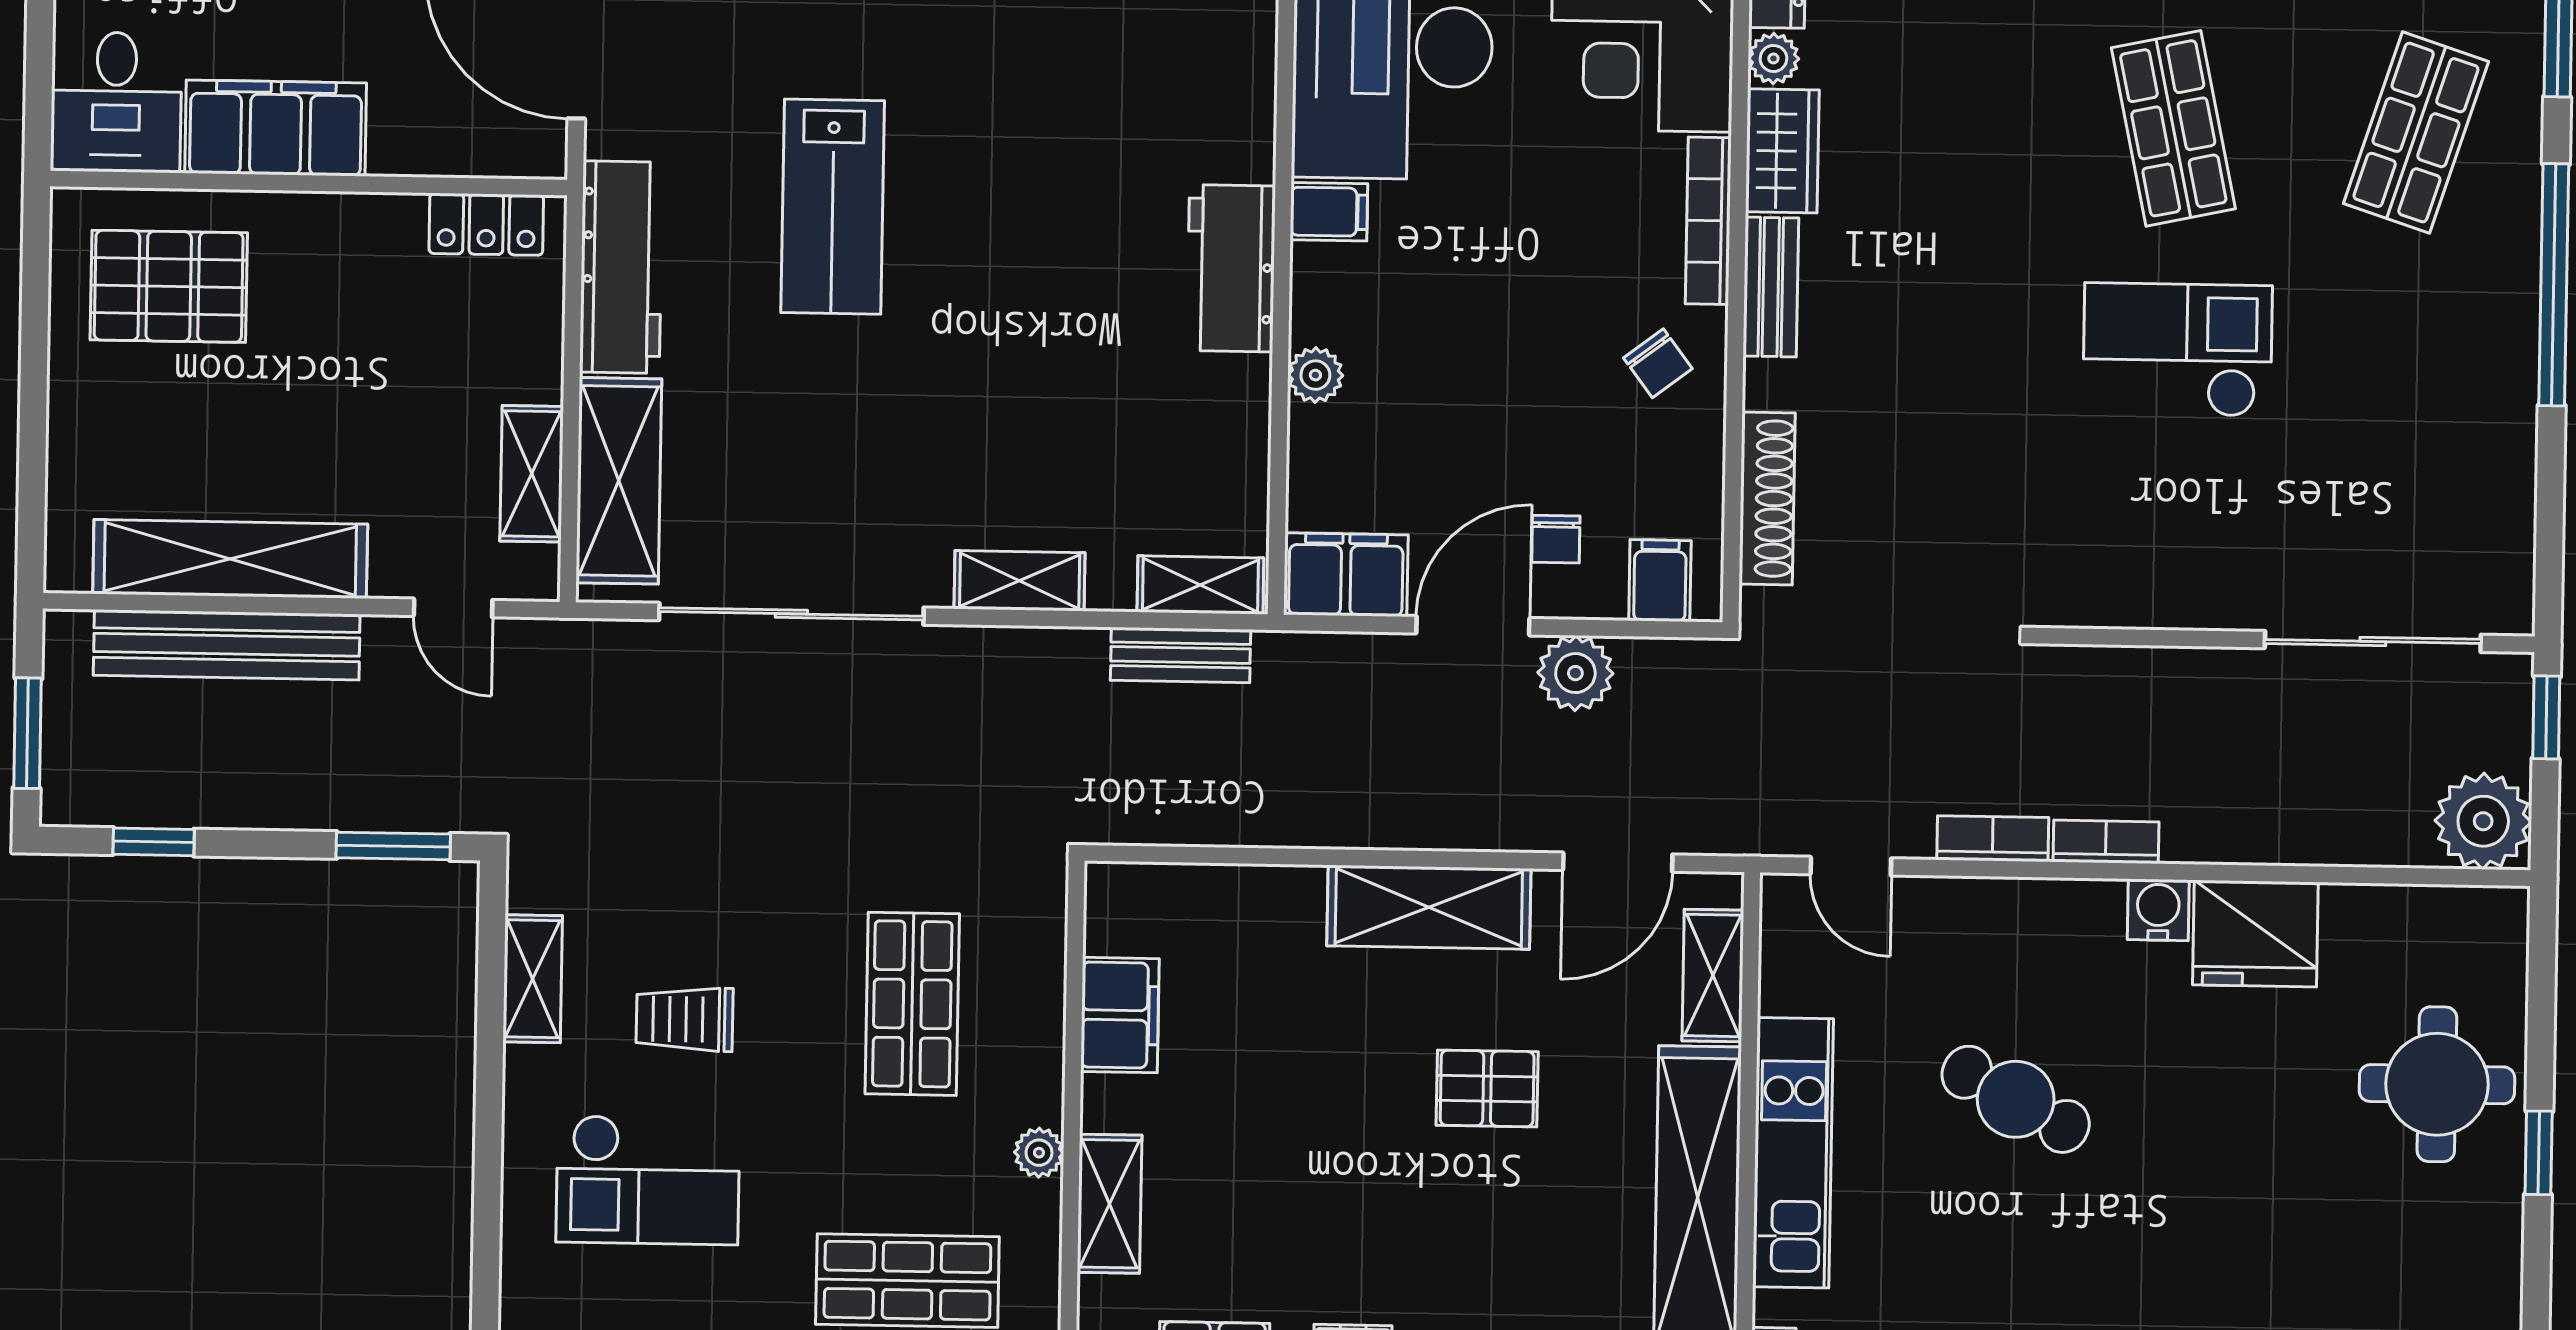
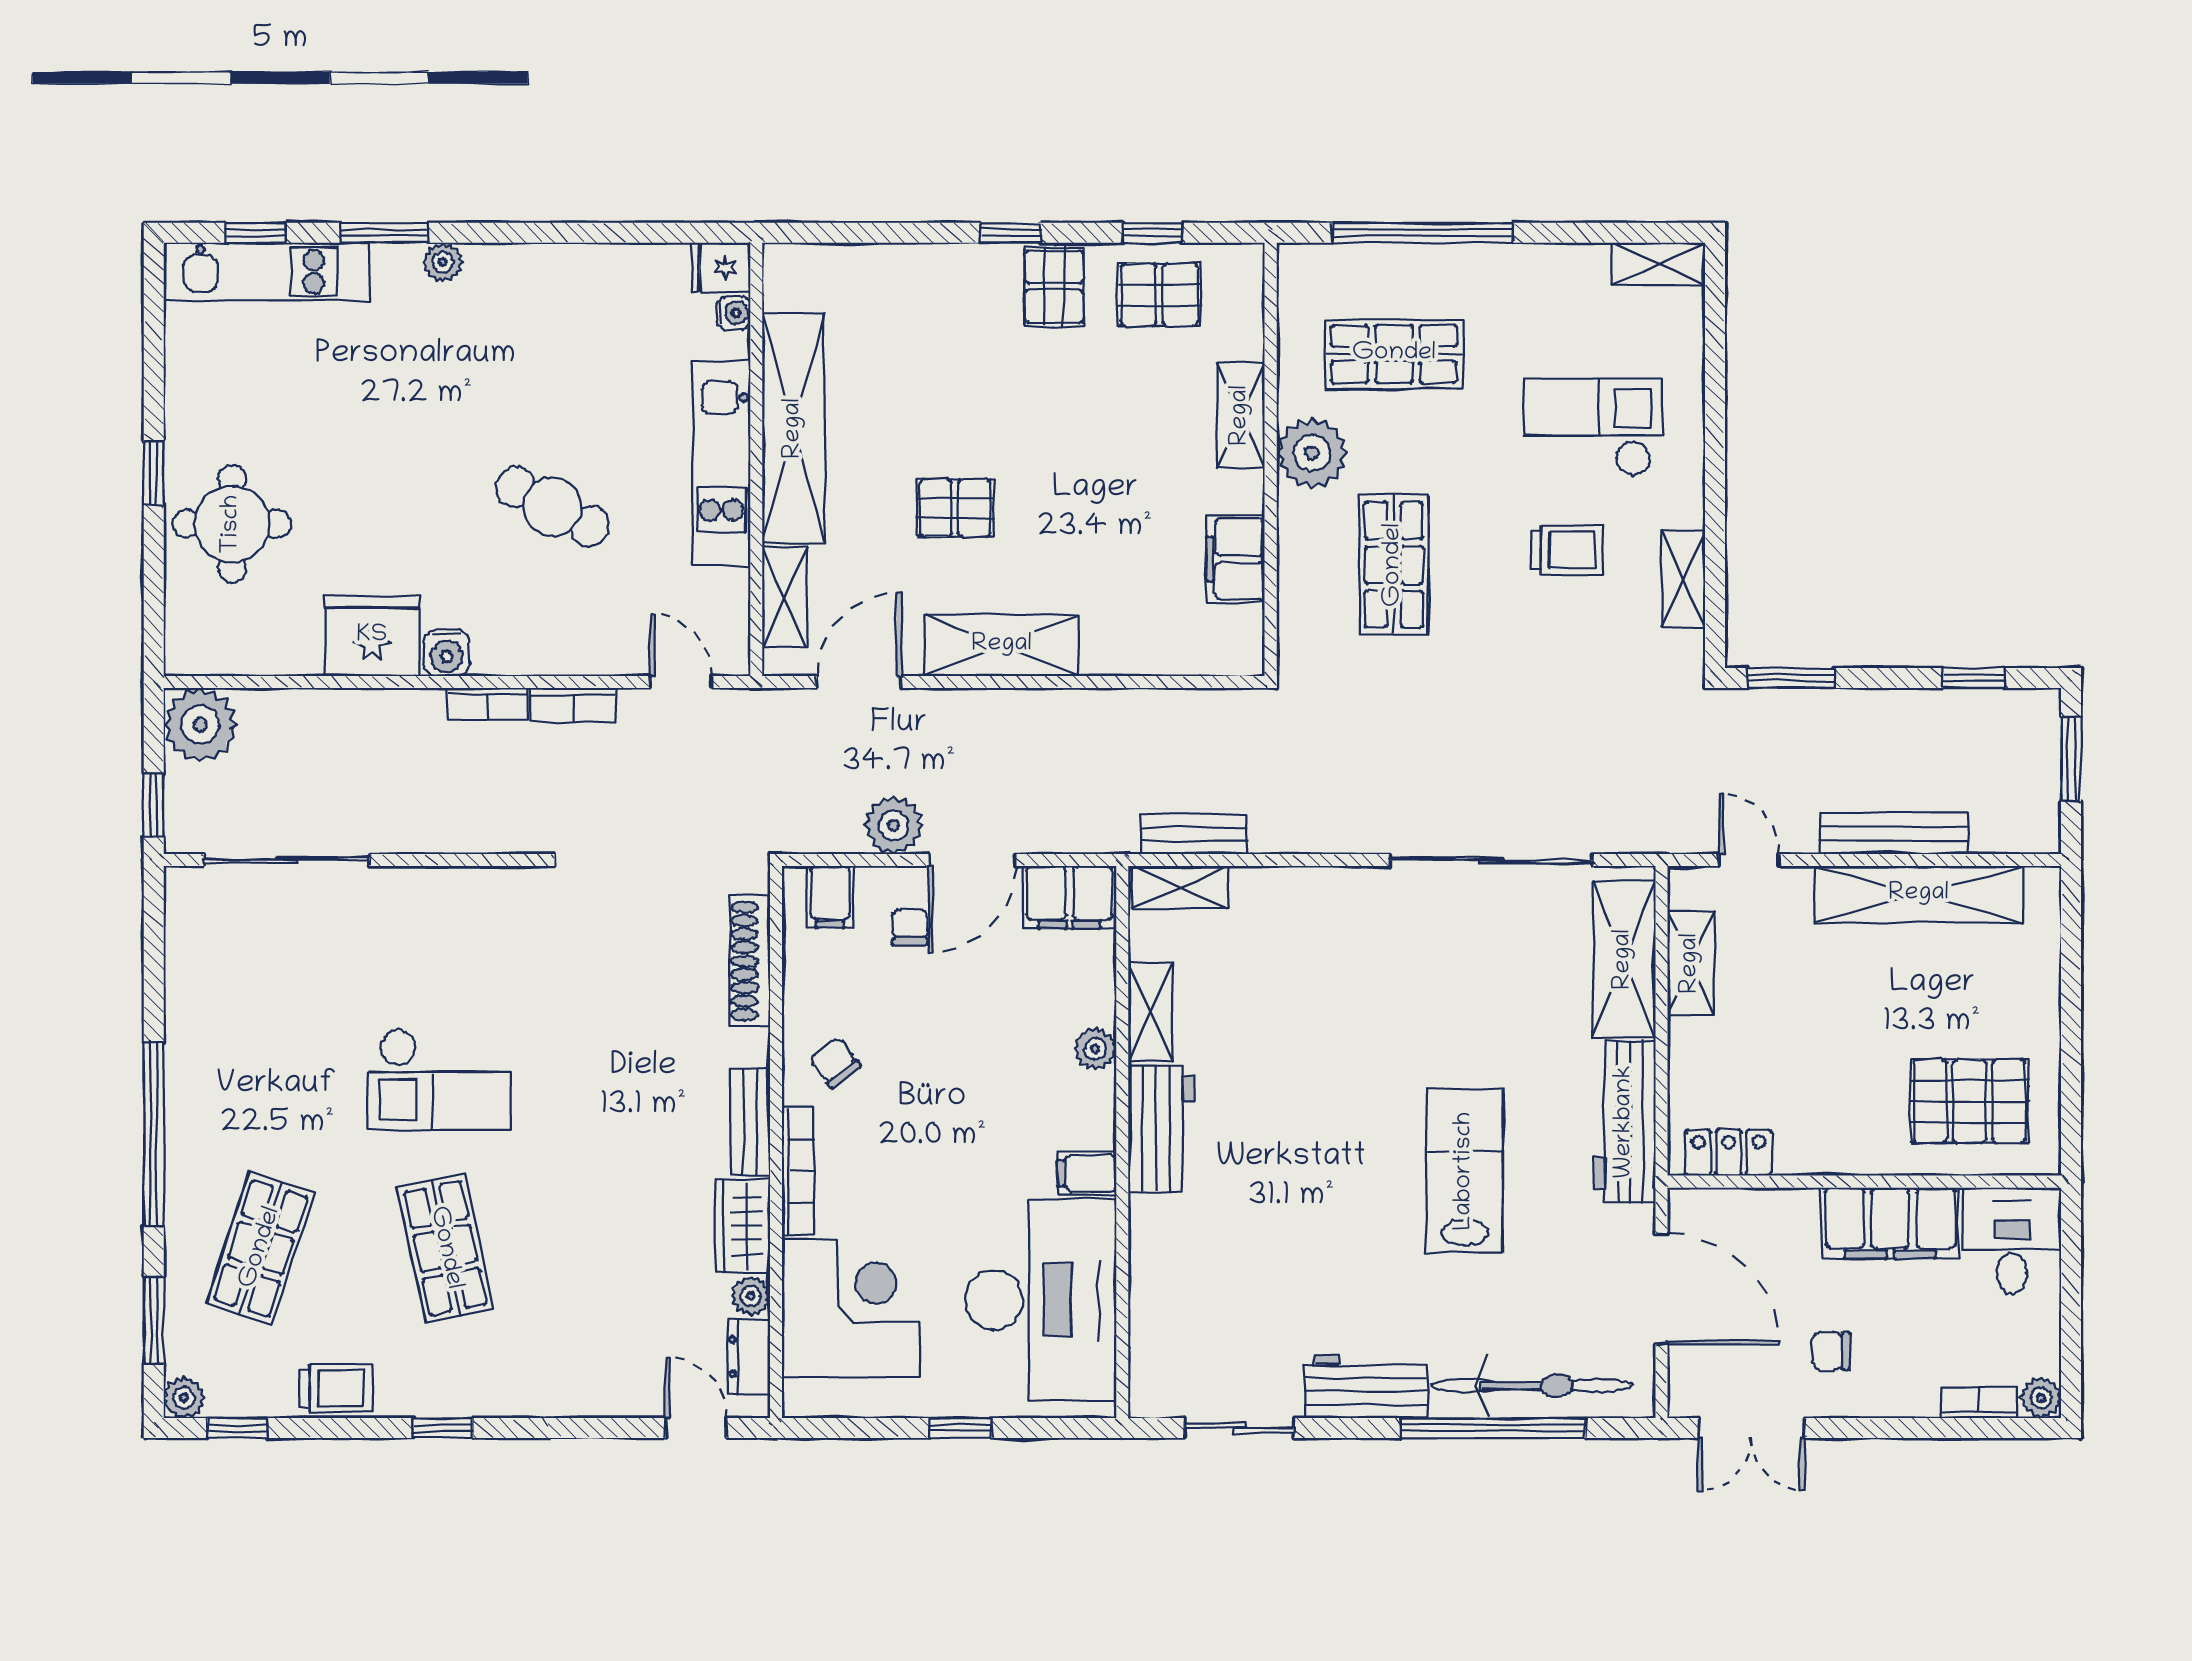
shelving: (1020, 581) -> (1150, 1012), moved, turned 90
bench: (227, 645) -> (1894, 833), width x0.73, depth x0.82
plant: (1039, 1153) -> (1312, 453), width x1.87, depth x1.87

